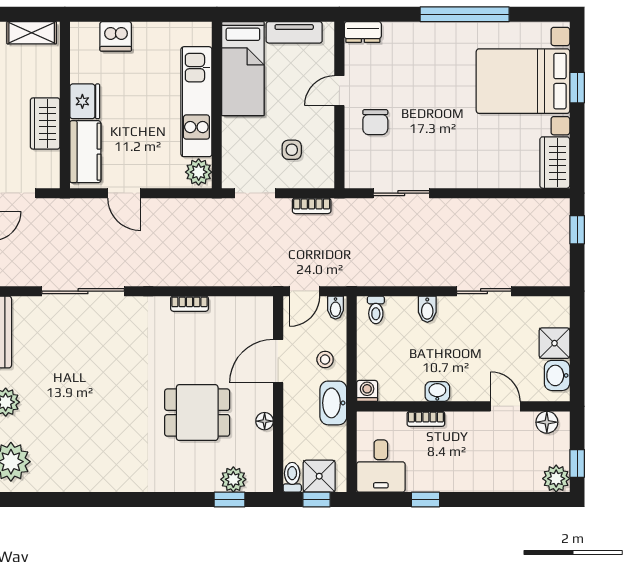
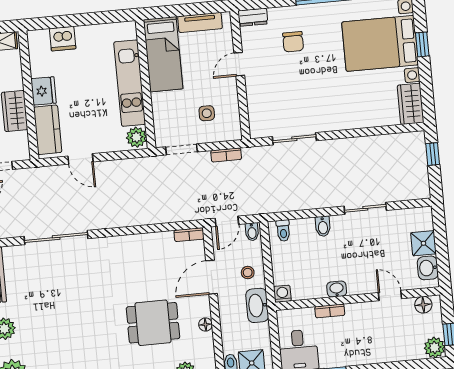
chair: (375, 122) -> (293, 42), moved
bookcase: (189, 304) -> (189, 235), moved

